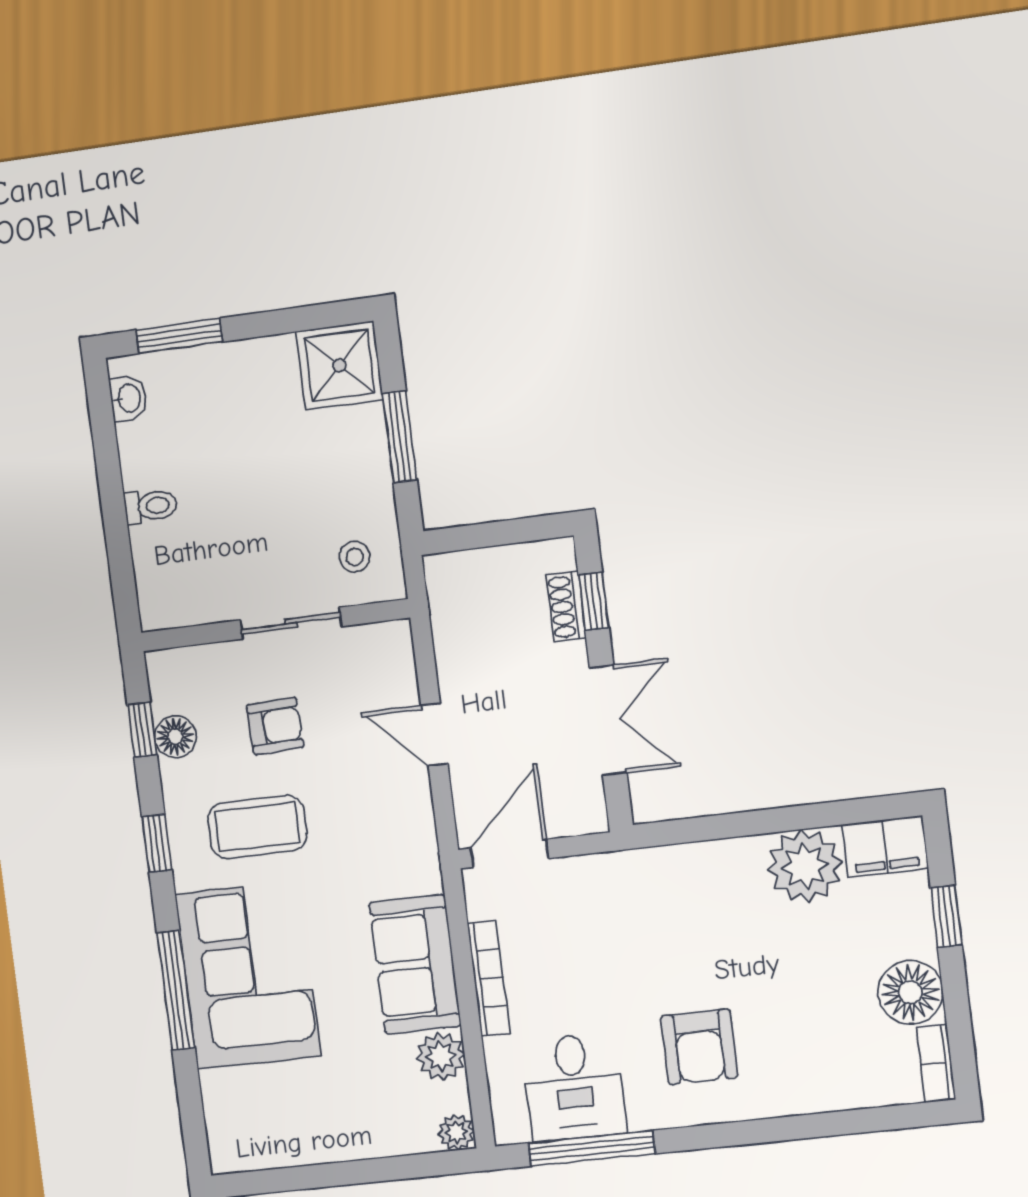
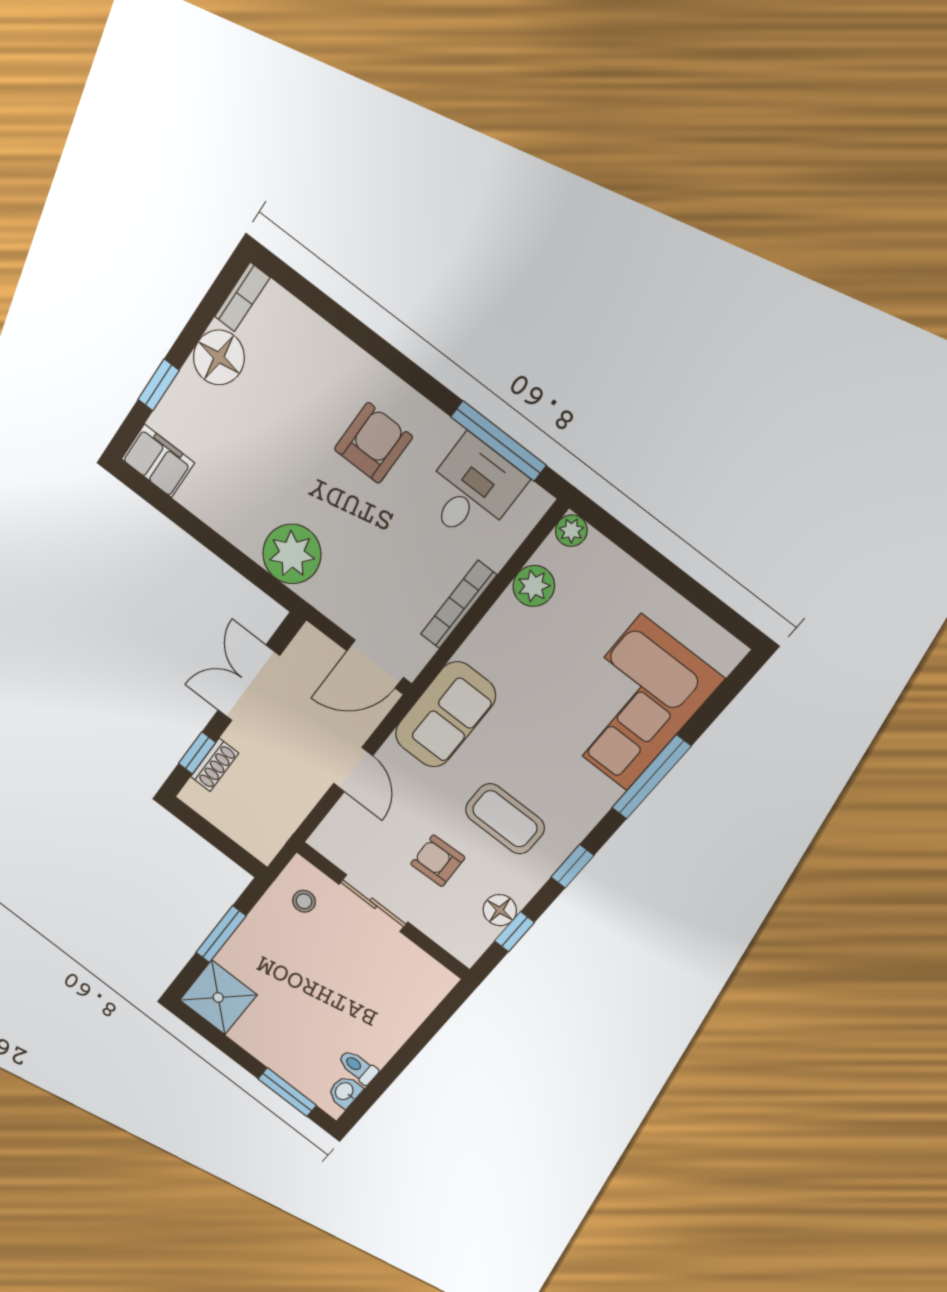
toilet: (151, 506) -> (358, 1067), moved
plant: (805, 866) -> (292, 554), moved
sofa: (415, 964) -> (445, 715), moved
corner sofa: (248, 975) -> (634, 703), moved

